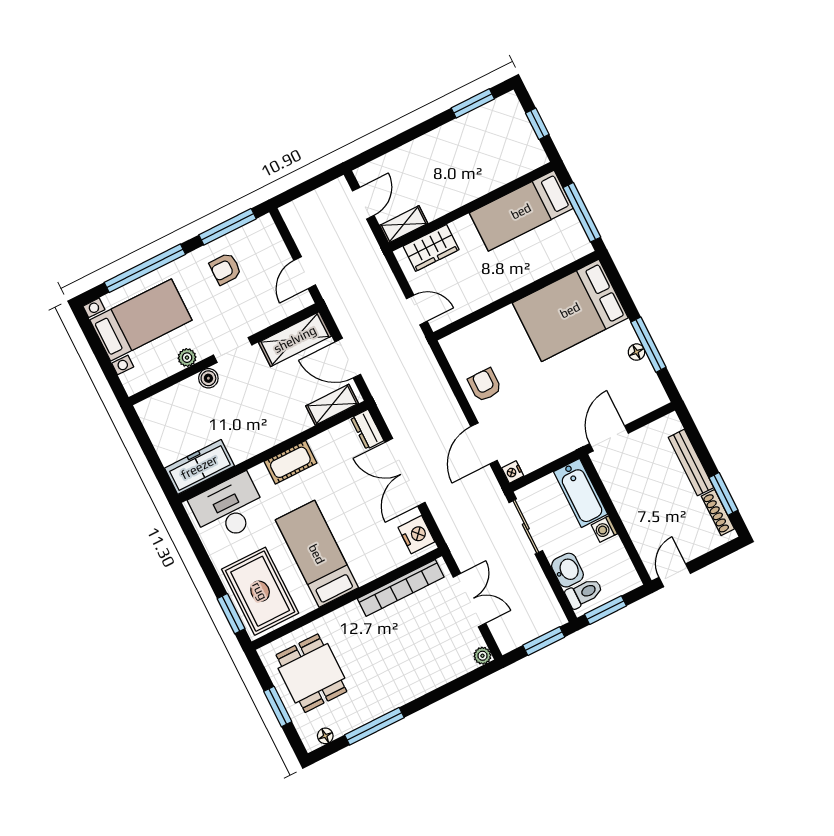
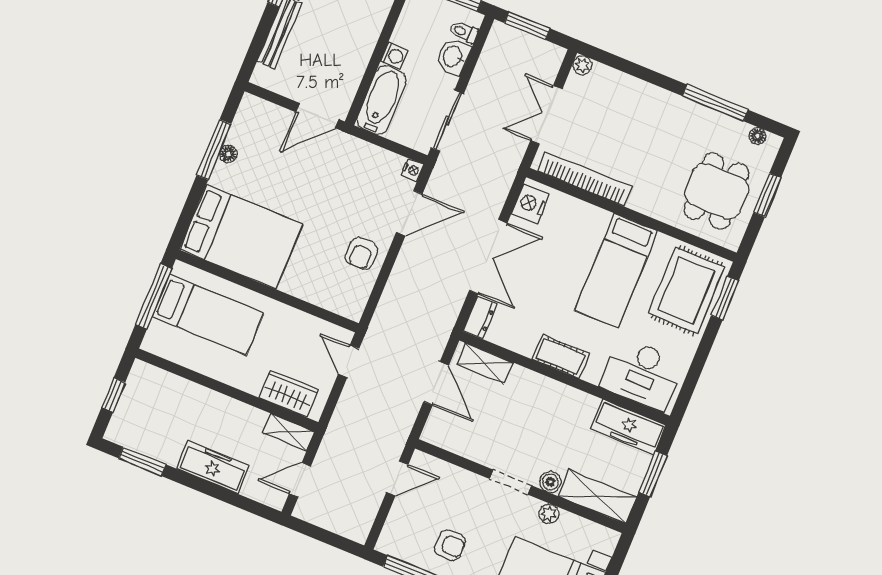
freezer: (425, 150) -> (213, 467), added
bed: (521, 211) -> (208, 315), moved
shelving: (295, 339) -> (597, 497), moved
window: (151, 455) -> (653, 474), added
toilet: (584, 593) -> (464, 32), width x0.73, depth x0.72

